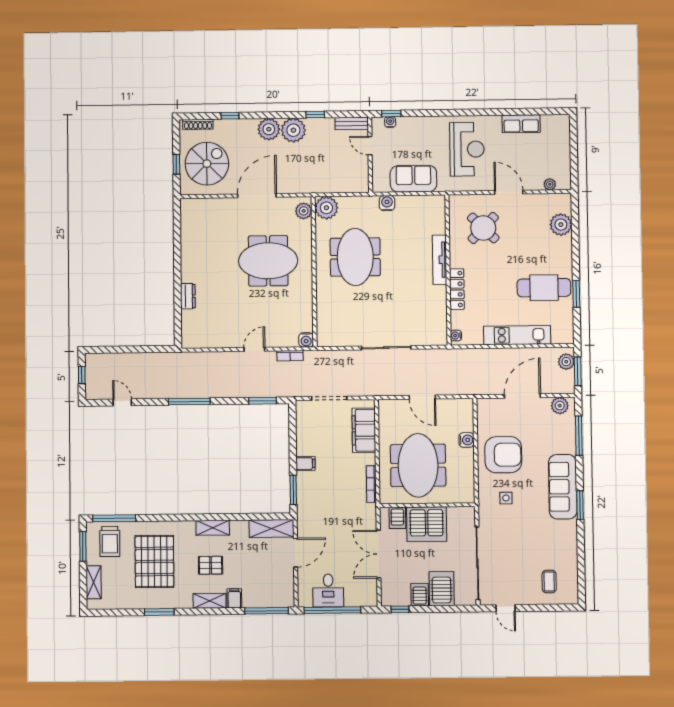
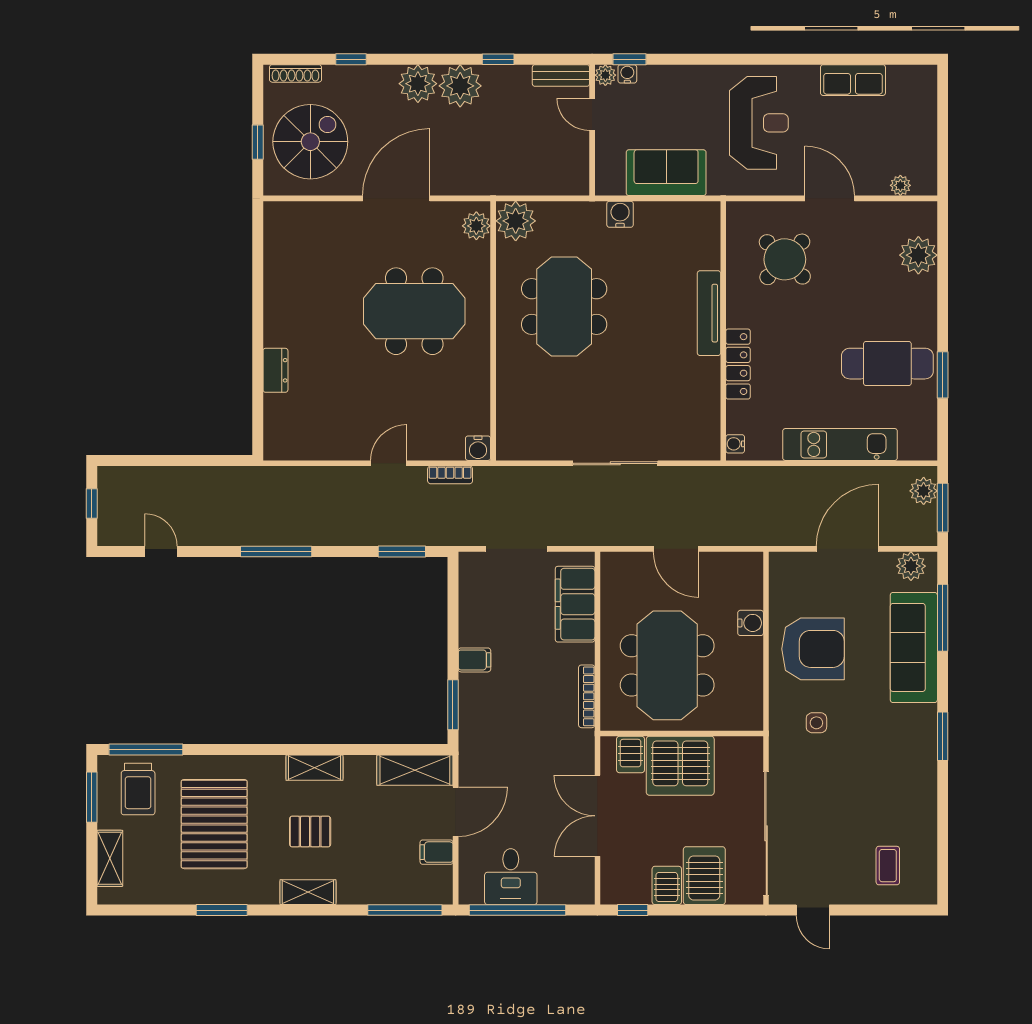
plant: (377, 123) -> (605, 75), added
sofa: (563, 487) -> (914, 647), moved
filing cabinet: (234, 598) -> (437, 852), moved, turned -90

